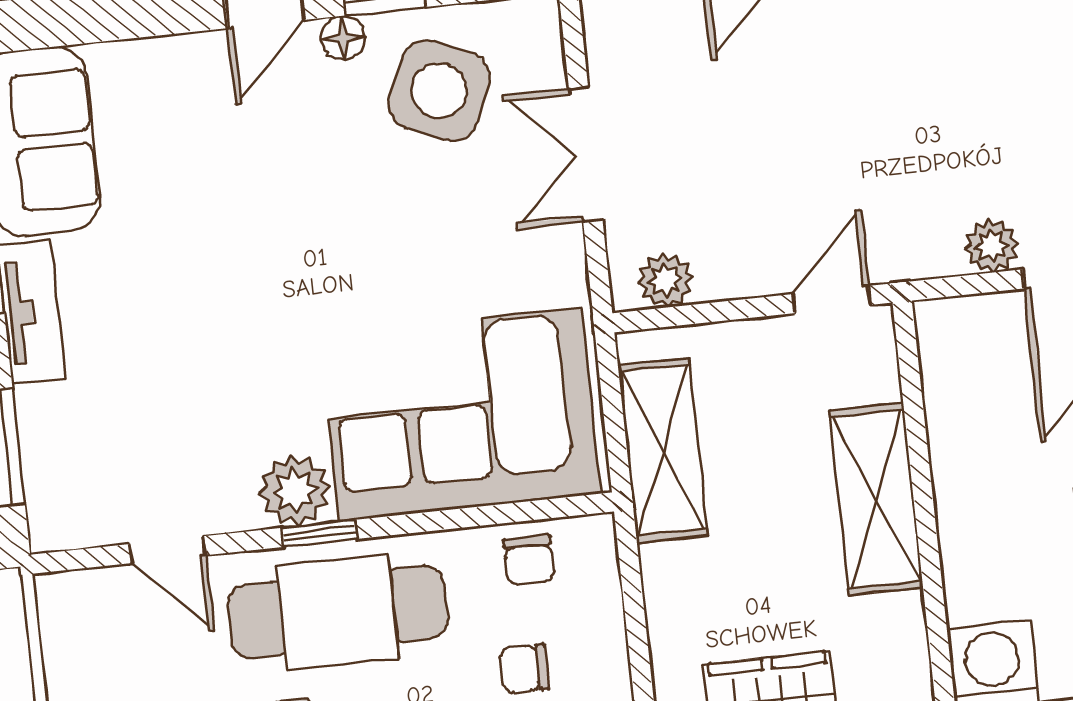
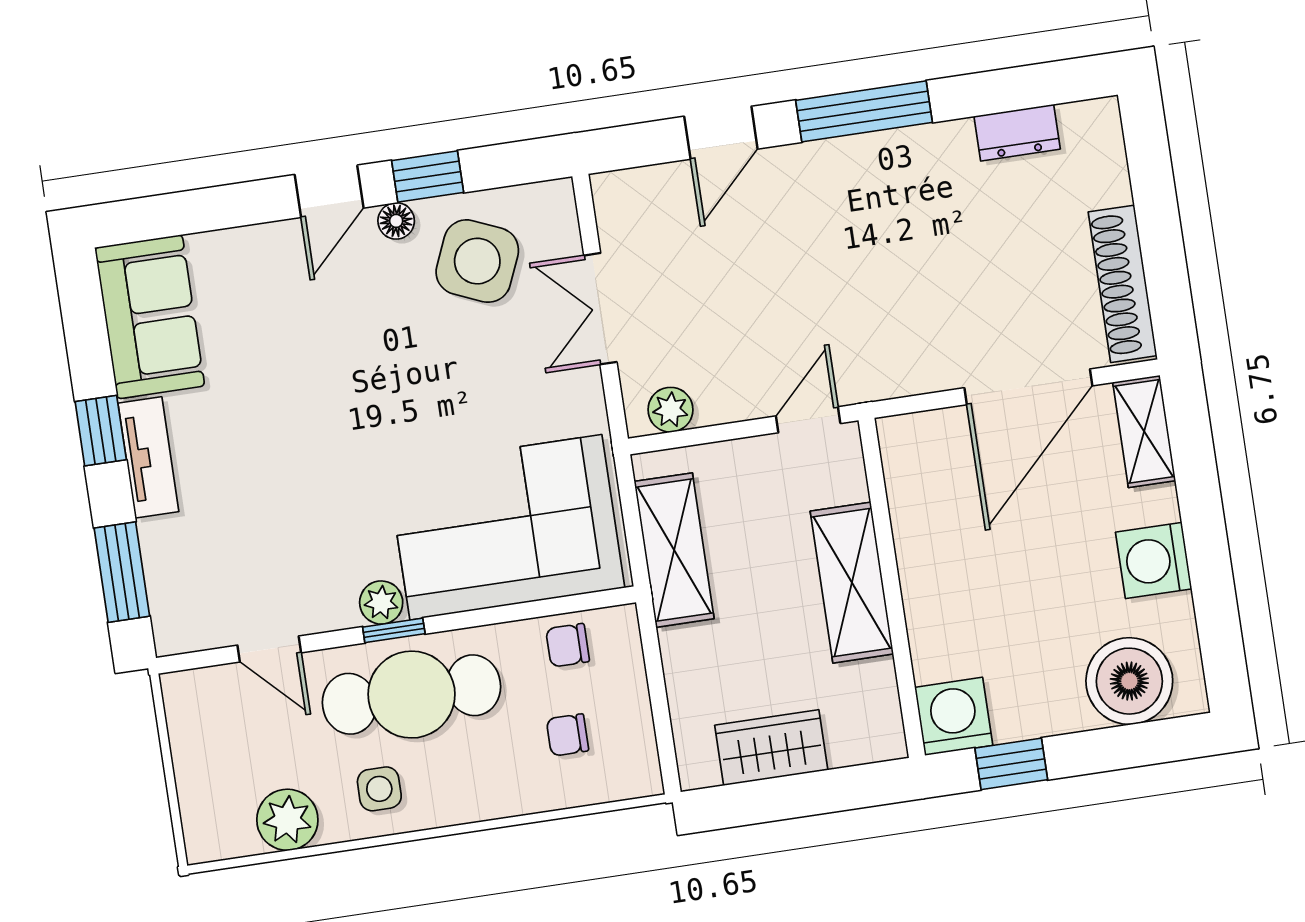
plant: (991, 246) -> (938, 370), removed
plant: (295, 490) -> (381, 603), width x0.73, depth x0.73
chair: (529, 560) -> (568, 645), turned 90

